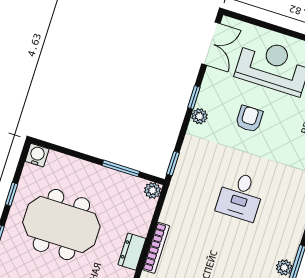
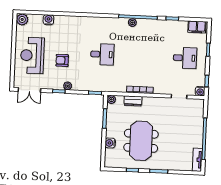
double door: (211, 44) -> (29, 90), swing flipped
water cooler: (37, 155) -> (110, 143), moved
dresser: (132, 252) -> (133, 101), moved

